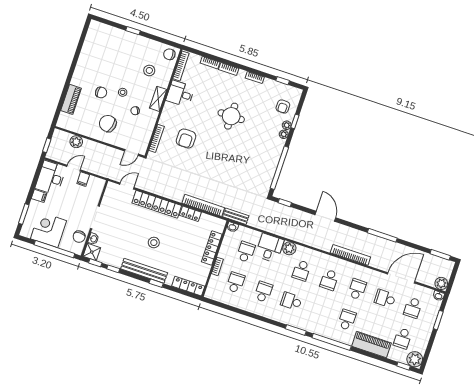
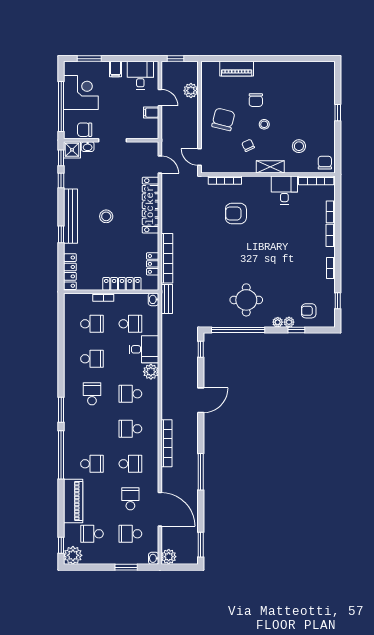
round table: (231, 116) -> (246, 300), moved
desk: (51, 178) -> (140, 75), width x0.73
locker: (190, 214) -> (153, 264), moved

